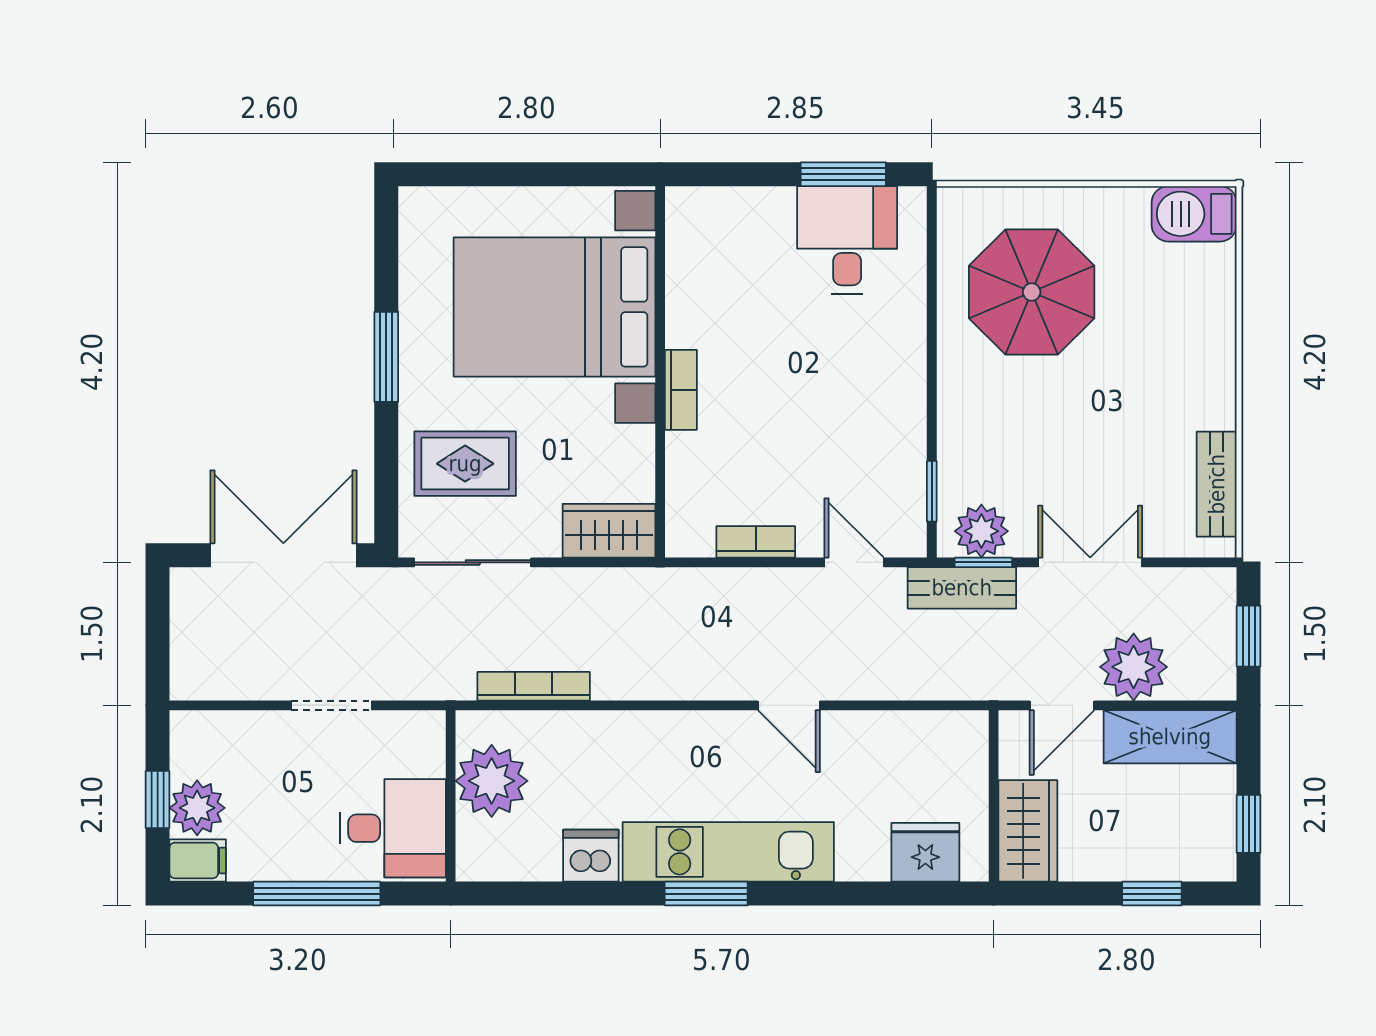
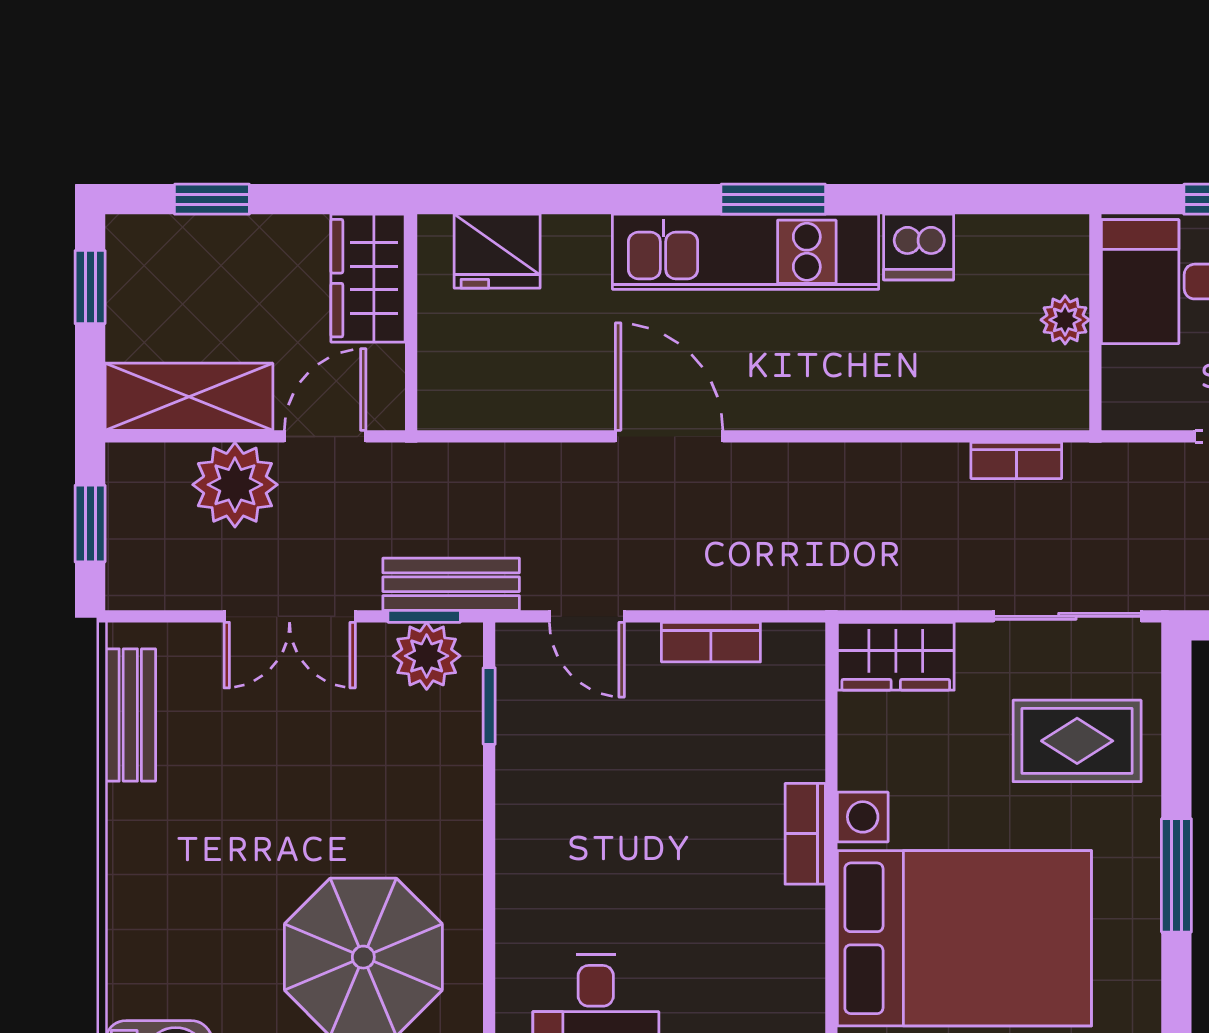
bookcase: (534, 686) -> (1016, 460), width x0.64
door: (789, 705) -> (669, 436), width x1.38
plant: (492, 781) -> (1065, 320), width x0.53, depth x0.53

